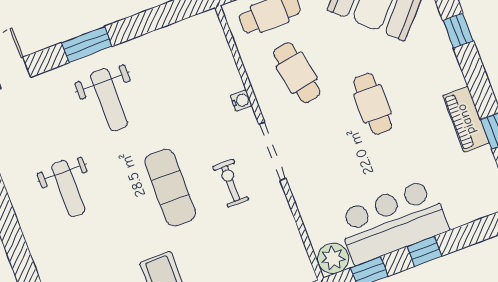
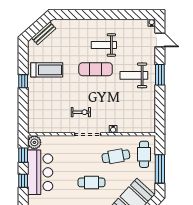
exercise mat: (170, 188) -> (96, 69), moved

